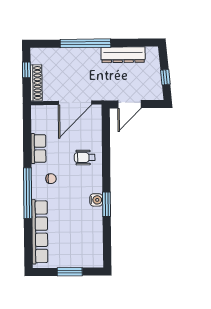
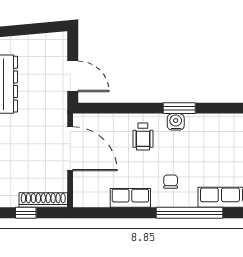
window: (165, 77) -> (37, 28), removed
water cooler: (96, 200) -> (176, 122), moved
window: (107, 204) -> (179, 108), moved

